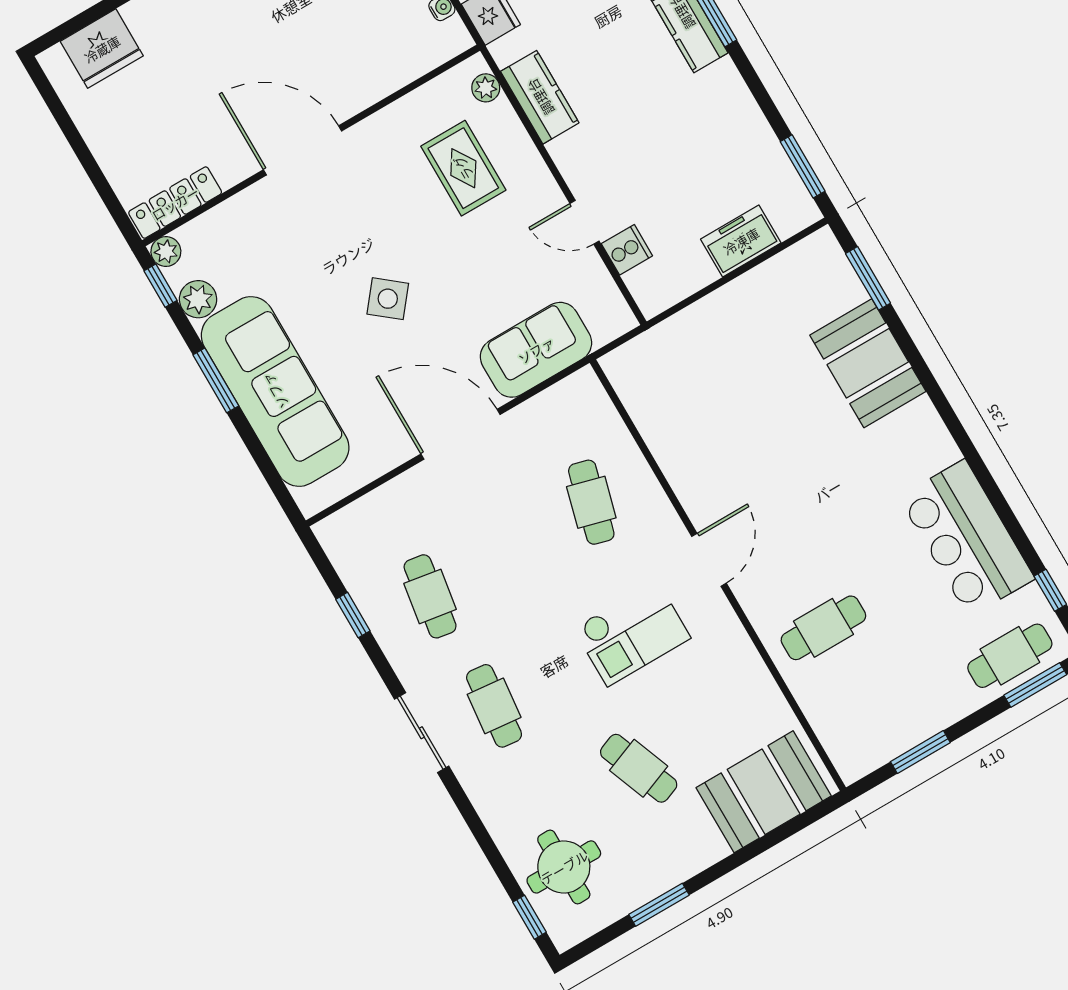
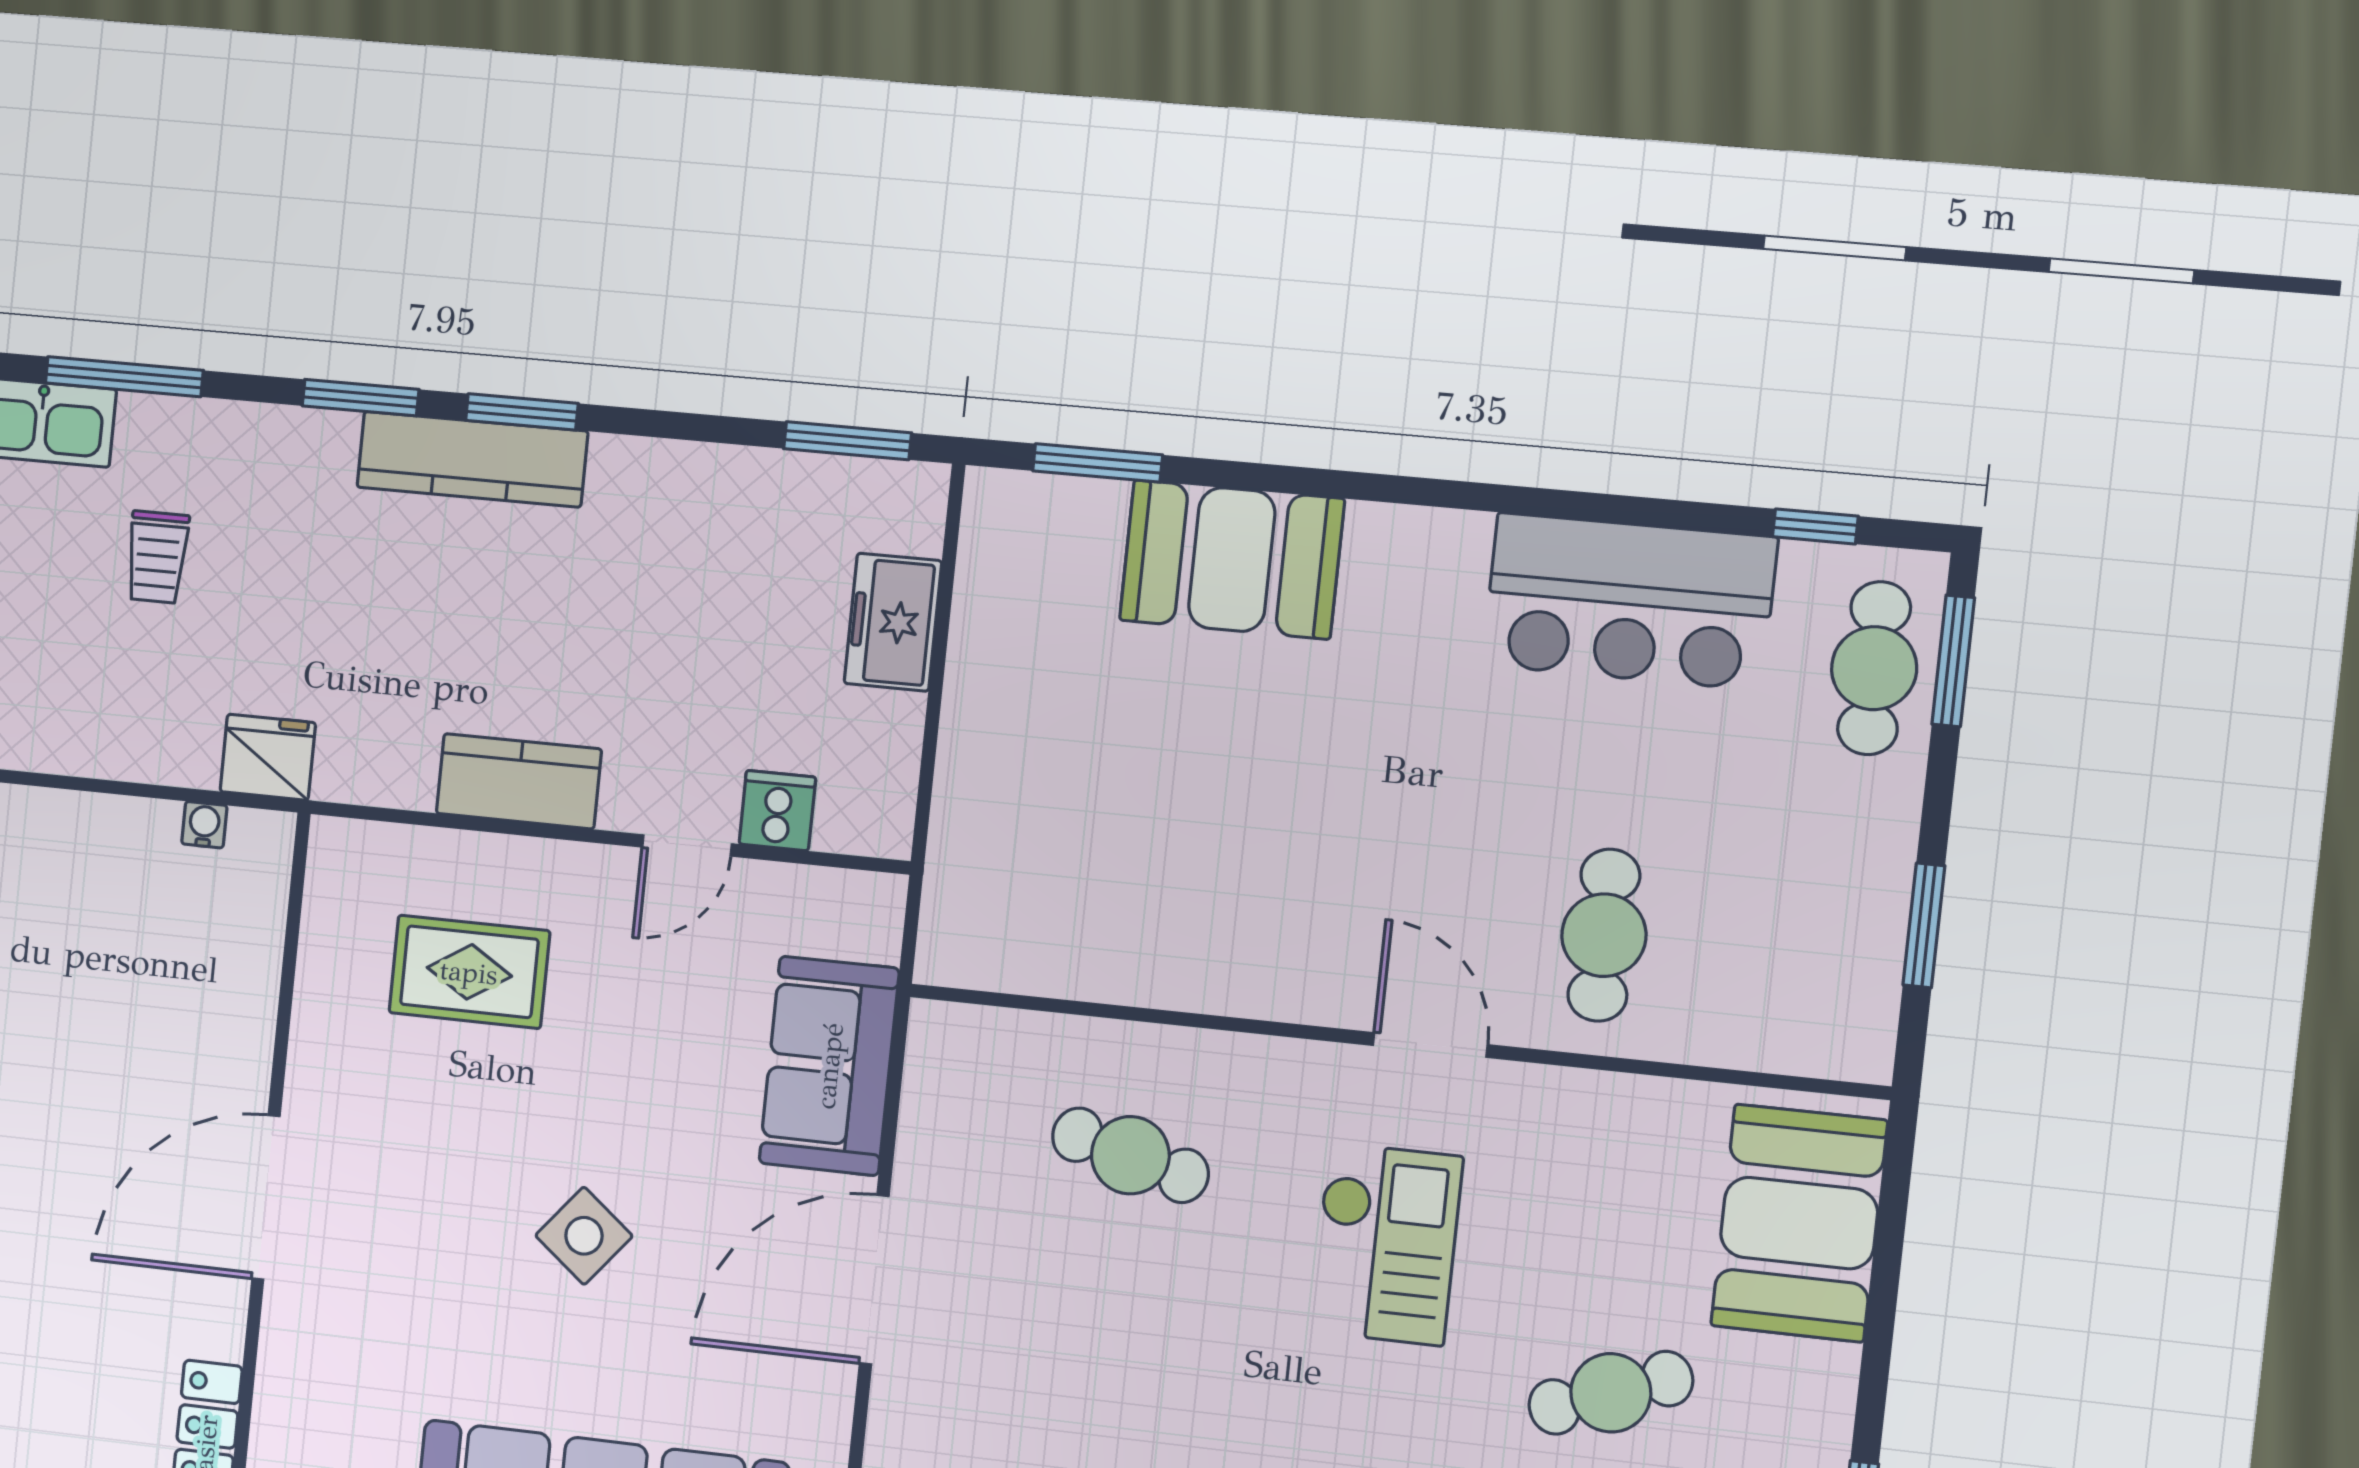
plant: (486, 88) -> (373, 847), removed
kitchen counter: (540, 97) -> (519, 781), moved
door: (709, 560) -> (1430, 1045), moved

